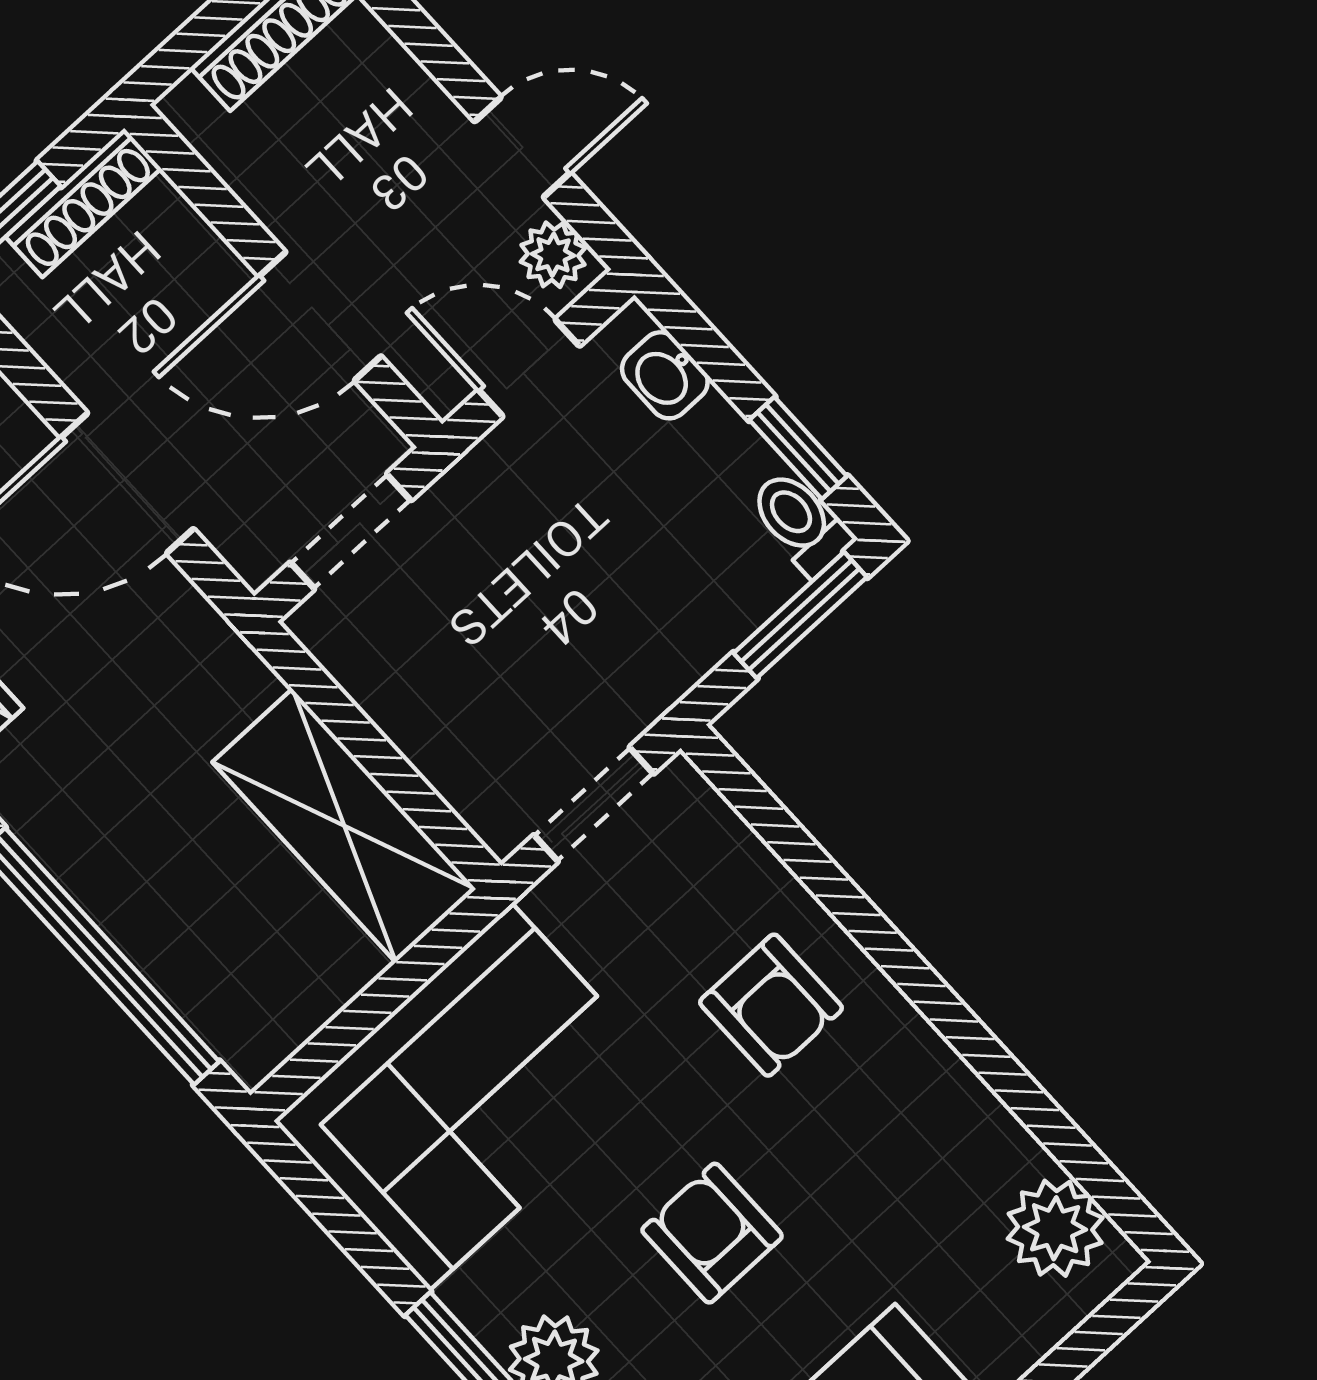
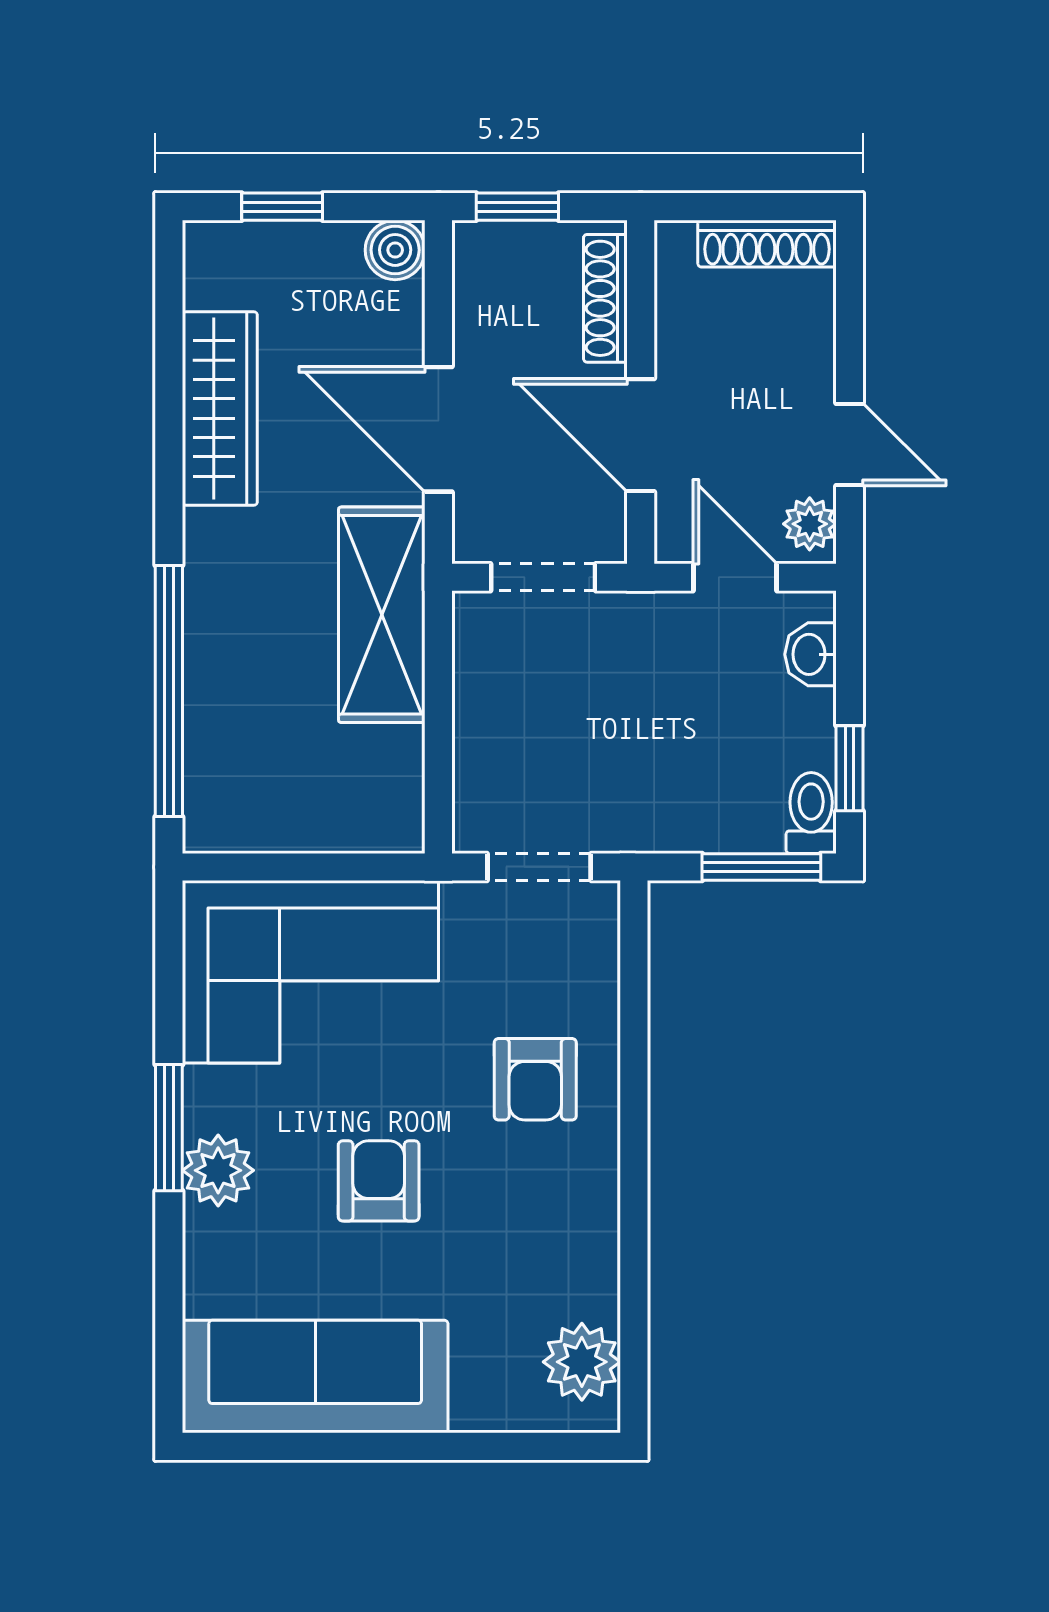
shoe rack: (83, 203) -> (605, 298), moved, turned 90
shelving: (344, 826) -> (382, 615), moved

